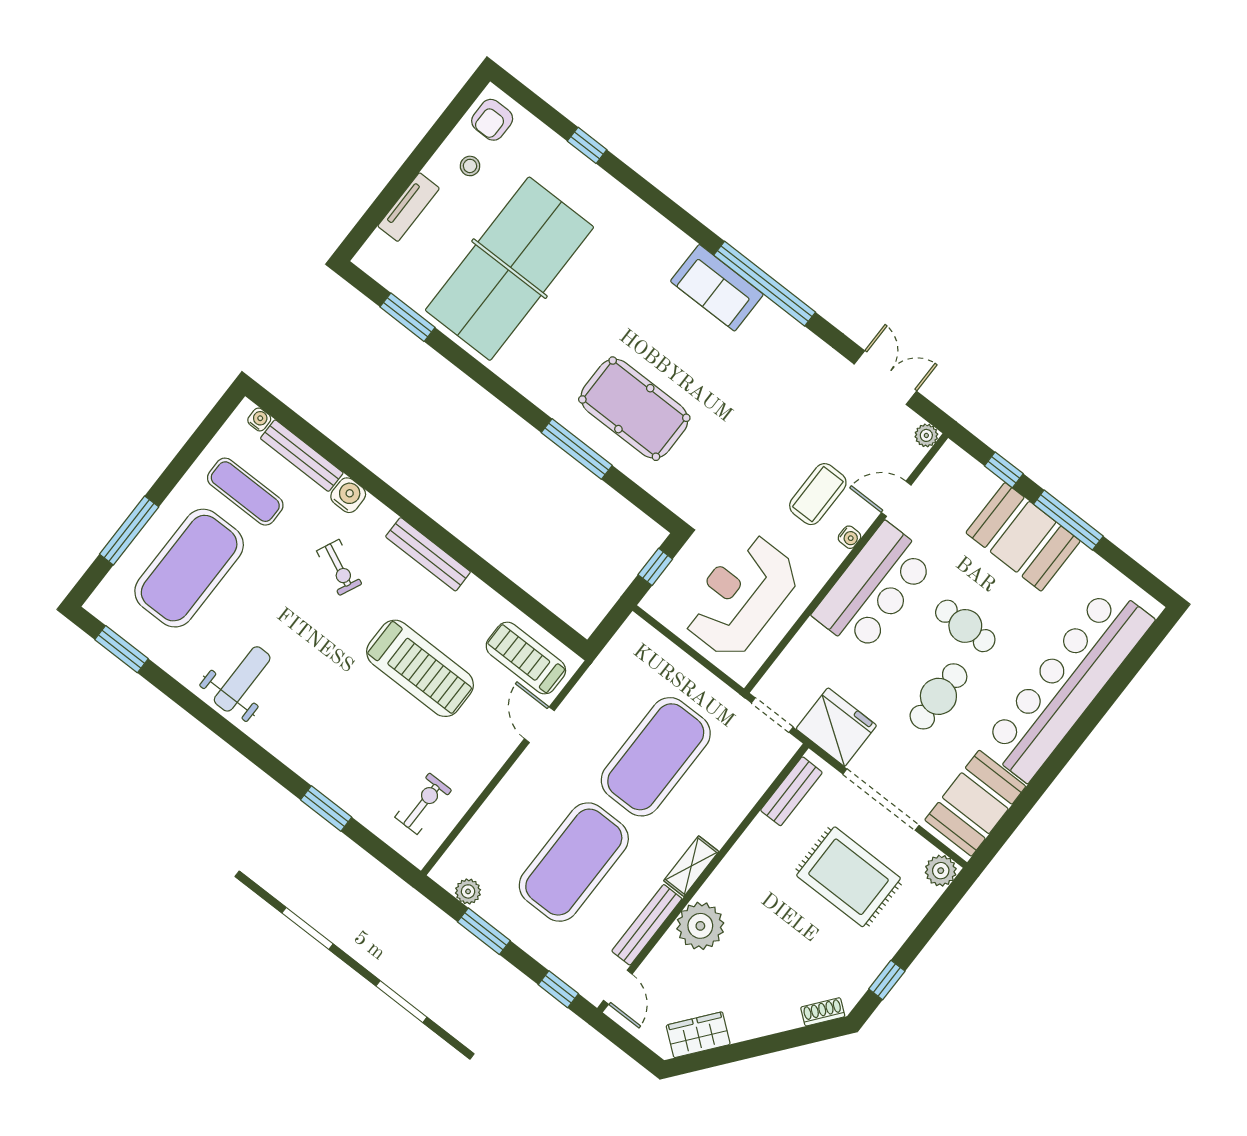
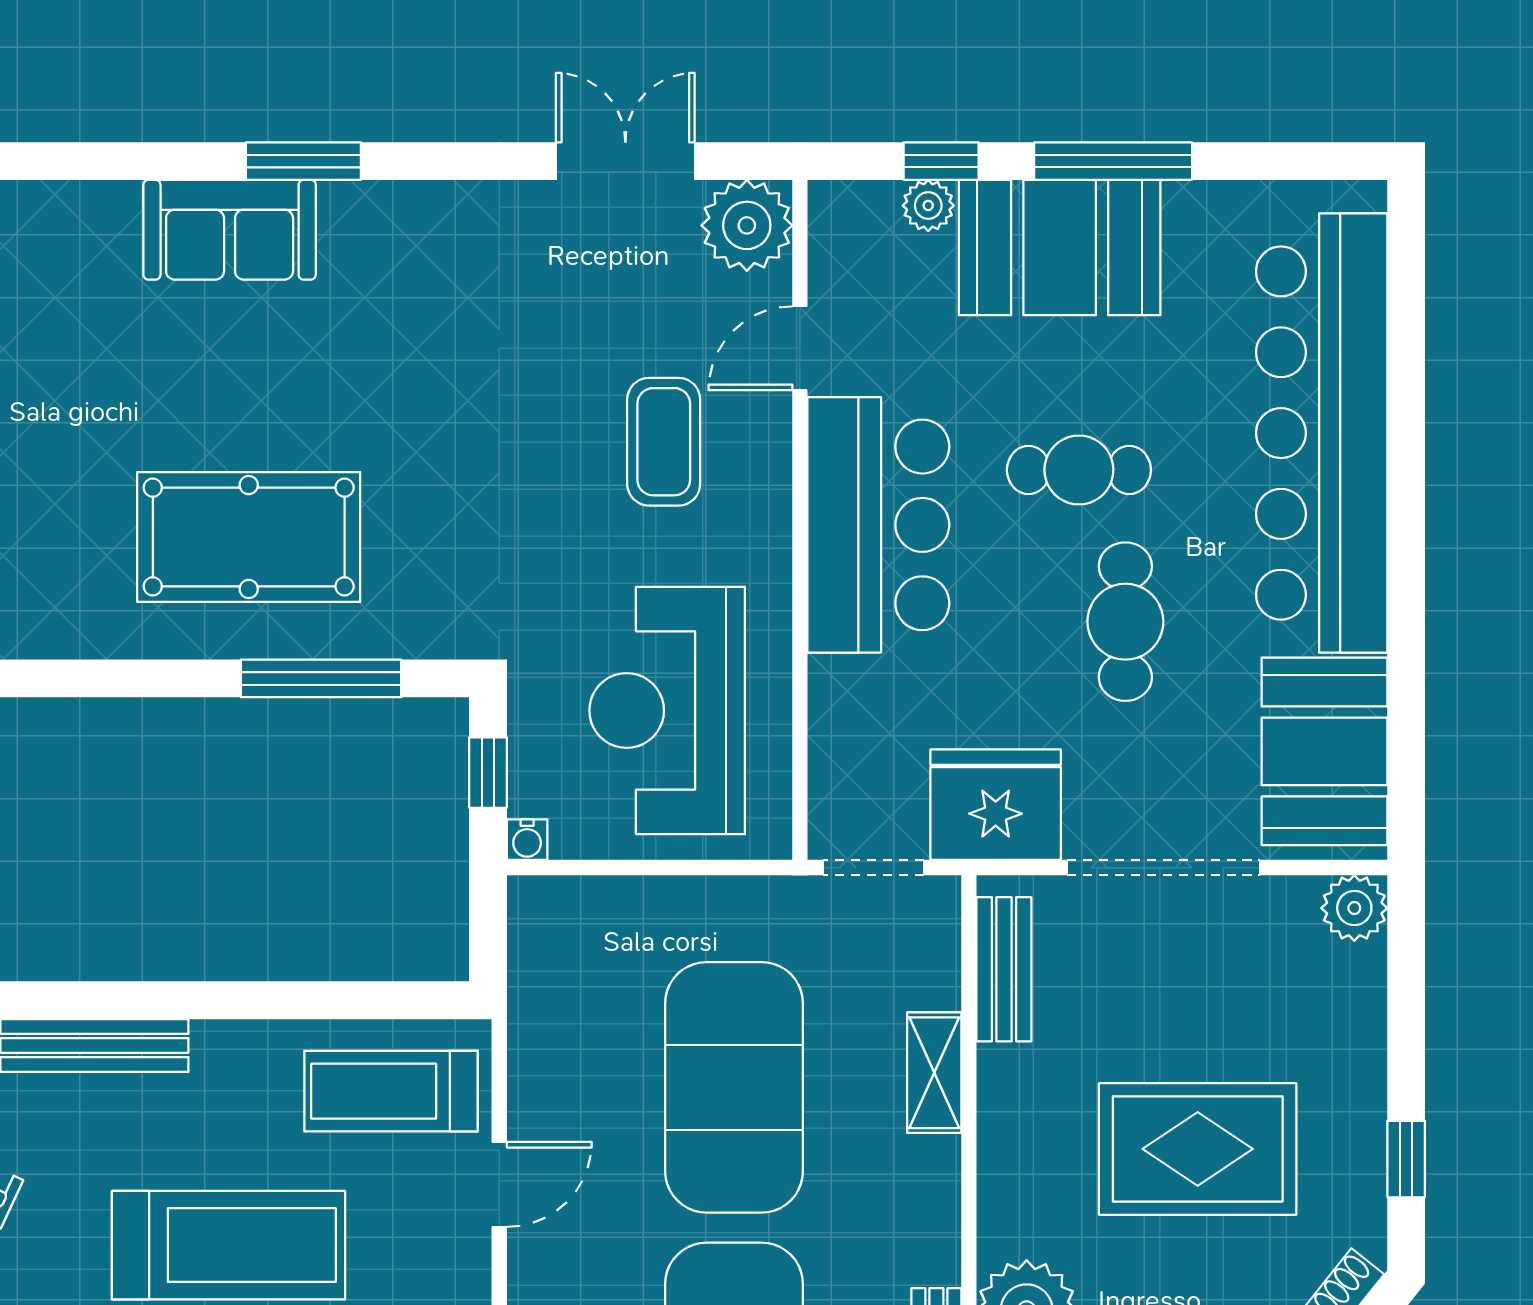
window: (765, 284) -> (303, 161), width x0.47
plant: (926, 435) -> (747, 225), width x1.87, depth x1.87
window: (577, 449) -> (321, 678), moved
plant: (986, 483) -> (928, 205), added
water cooler: (849, 537) -> (527, 840), moved, turned 90
door: (539, 725) -> (499, 1184), swing flipped
shelving: (691, 866) -> (934, 1073), moved
rug: (849, 877) -> (1198, 1149), moved

